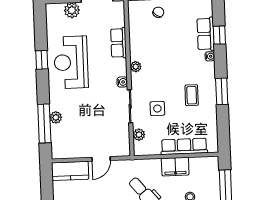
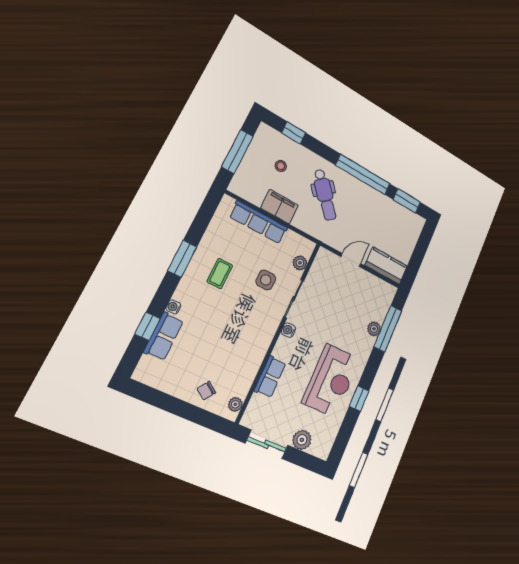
plant: (136, 67) -> (235, 404), moved

